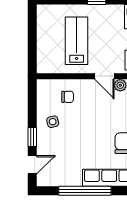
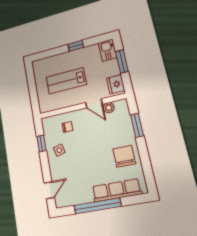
lab bench: (77, 41) -> (66, 81), turned -90
window: (32, 137) -> (41, 143), moved

